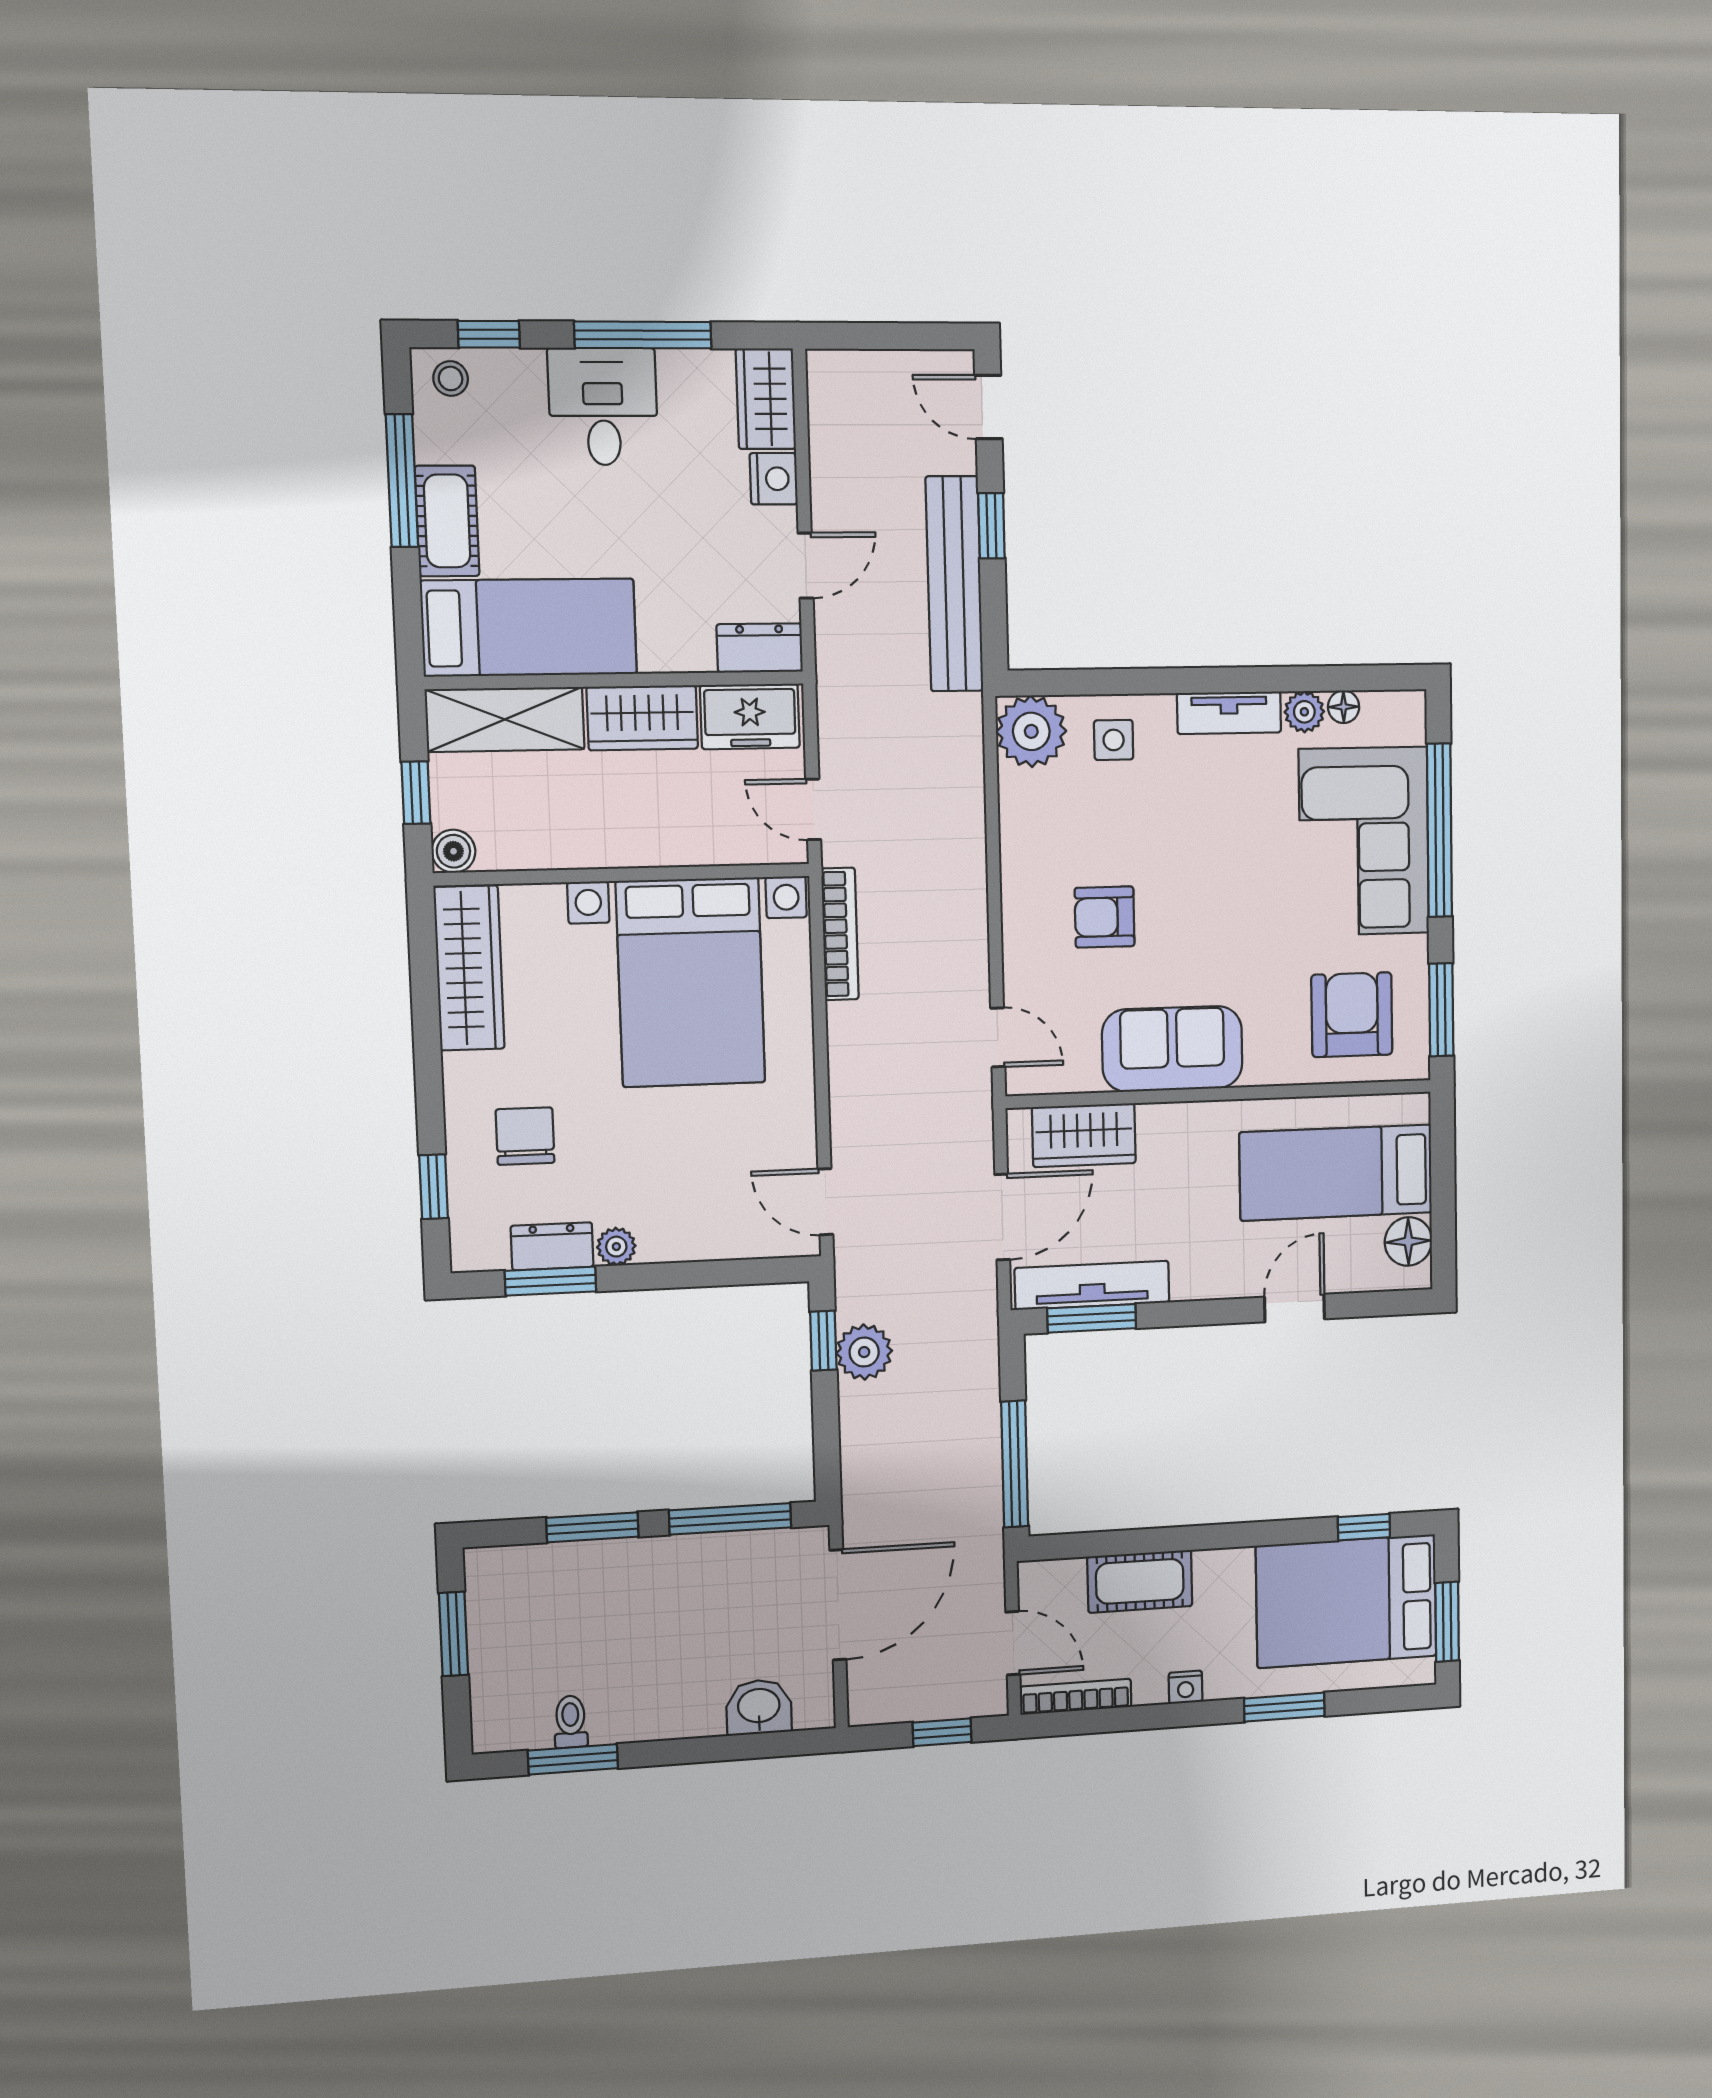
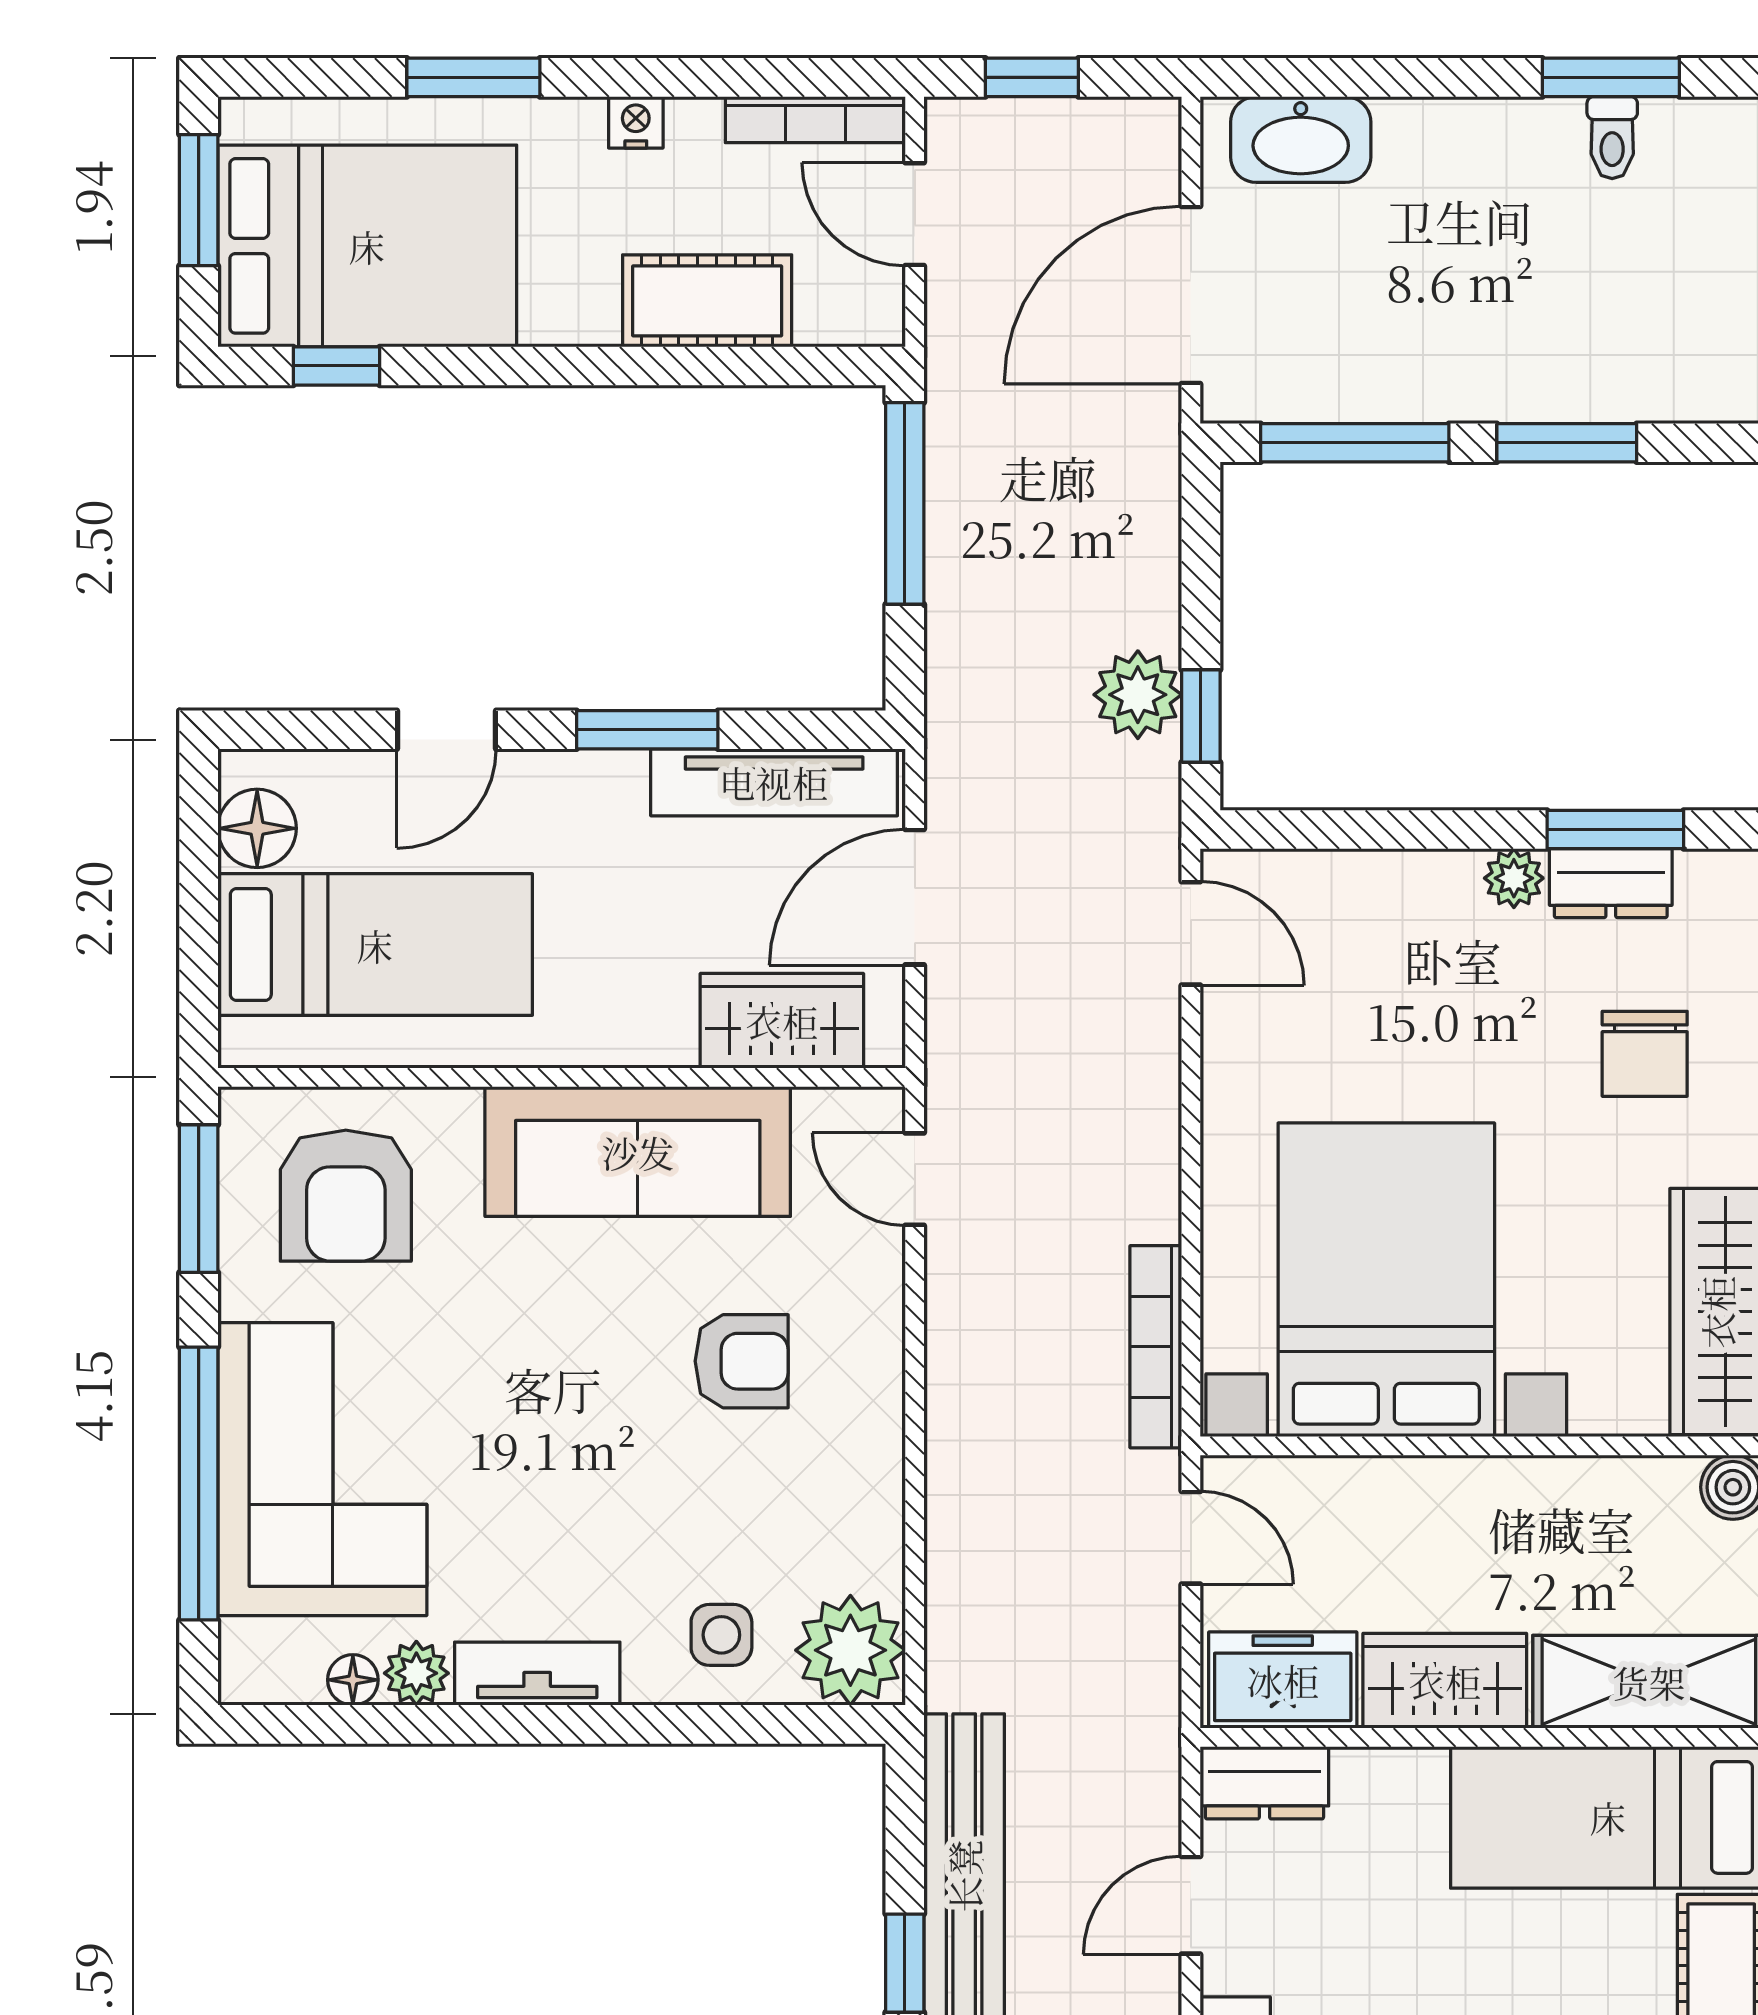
sofa: (1172, 1049) -> (638, 1152), width x1.36
window: (1092, 1318) -> (647, 730), moved
washbasin: (759, 1707) -> (1301, 140), width x1.38

